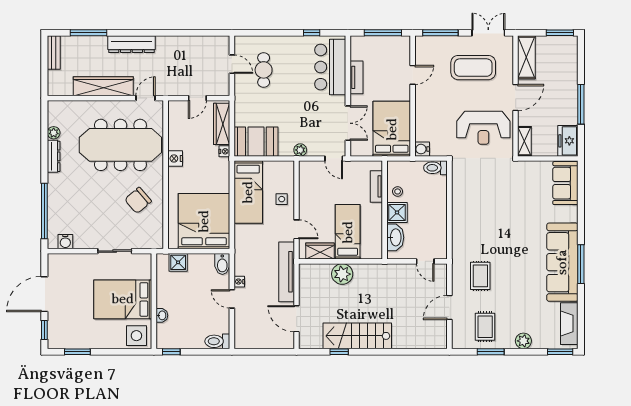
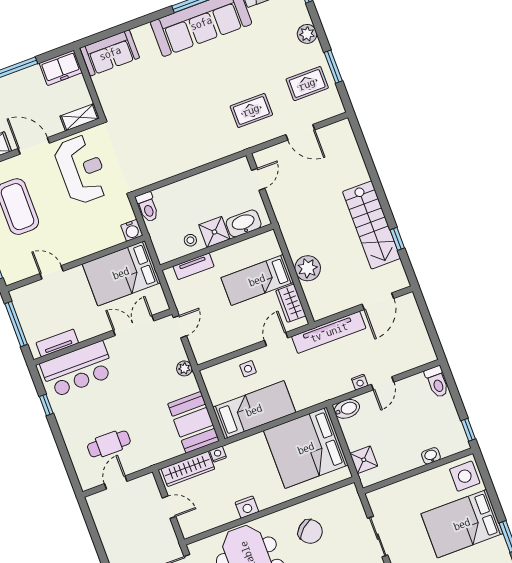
tv unit: (356, 77) -> (57, 343), moved
bed: (123, 299) -> (462, 524), moved, turned 90

